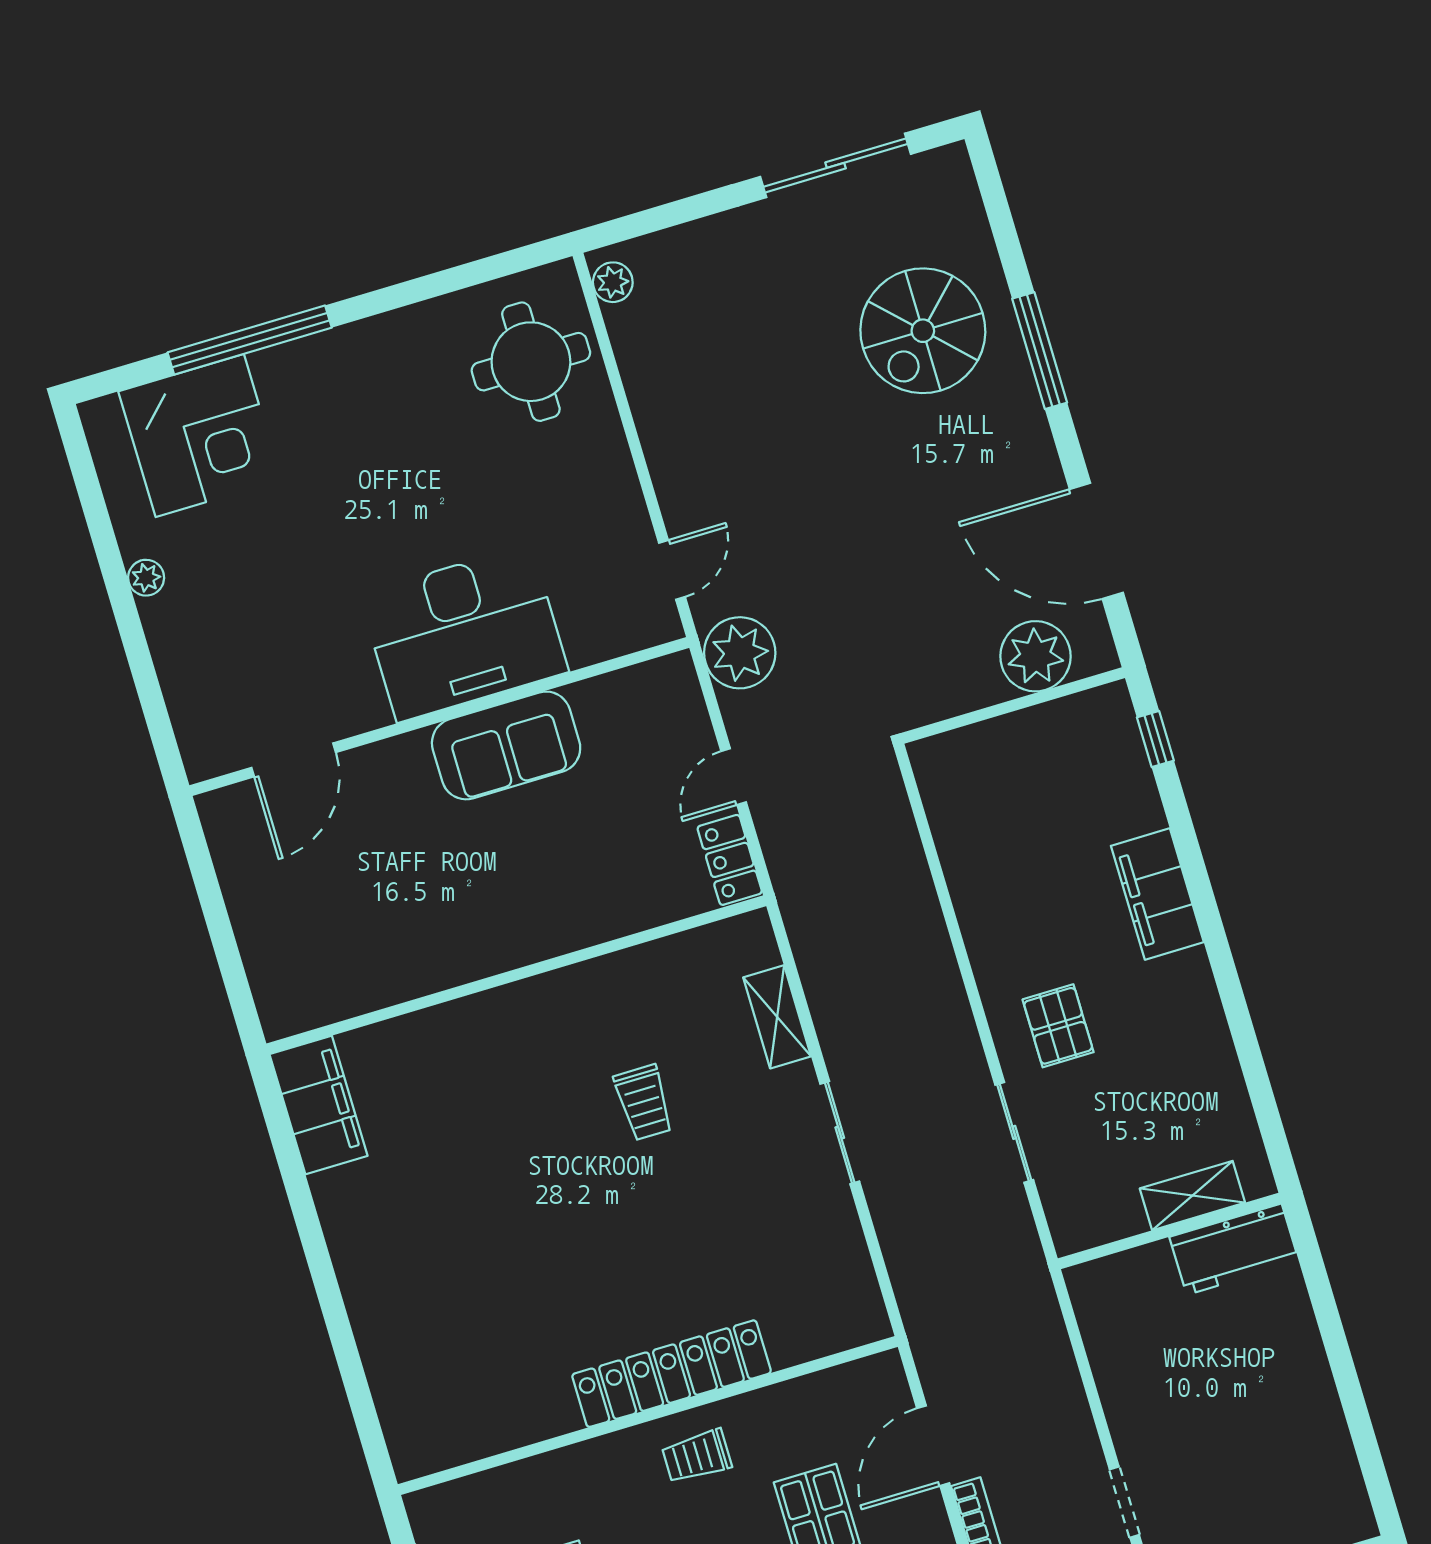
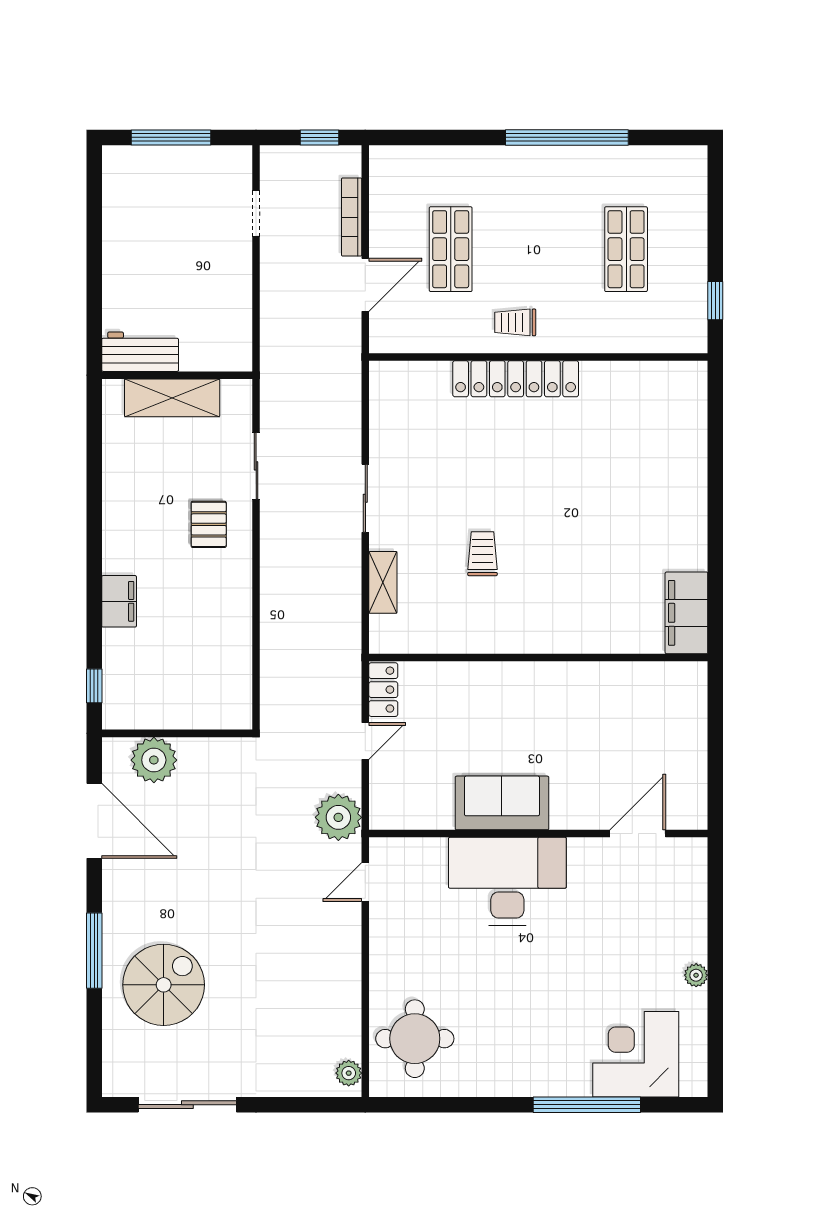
filing cabinet: (1157, 894) -> (119, 601), width x0.67, depth x0.86
shelving: (1192, 1196) -> (172, 398), width x1.50, depth x1.33
trolley: (697, 1456) -> (515, 322), turned 180

